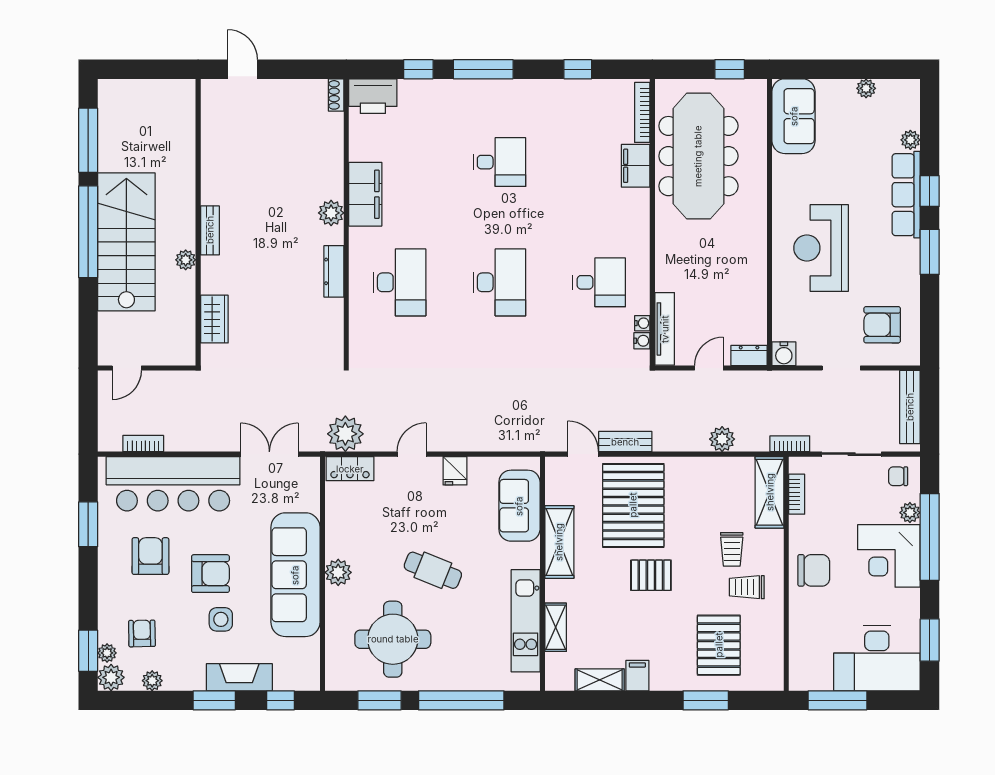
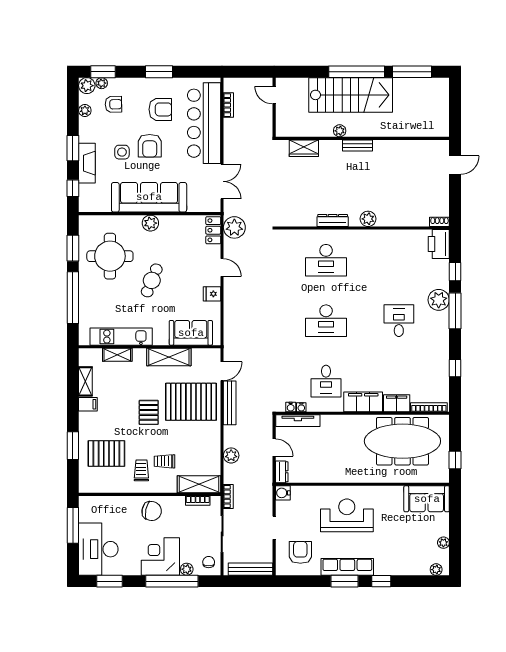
plant: (465, 96) -> (439, 300), added
plant: (910, 140) -> (436, 570), moved
desk: (499, 162) -> (399, 321), turned 180
filing cabinet: (365, 194) -> (363, 402), moved, turned 180
row of seats: (906, 195) -> (347, 567), moved
bench: (625, 442) -> (230, 403), width x1.36
window: (88, 524) -> (159, 72), moved
chair: (814, 570) -> (152, 511), turned -78

